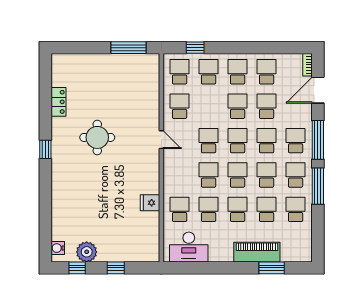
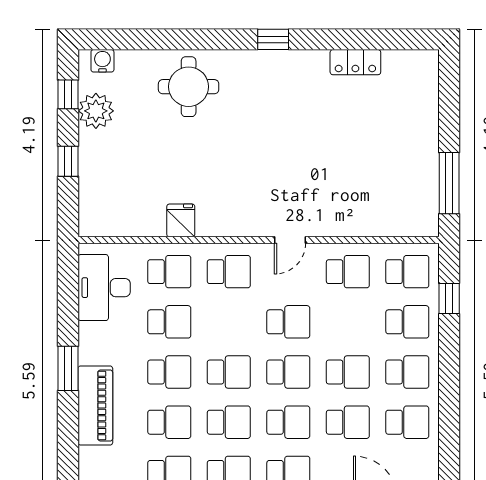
round table: (97, 137) -> (189, 87), moved
school desk: (209, 175) -> (229, 272), moved
window: (272, 268) -> (68, 368), moved

